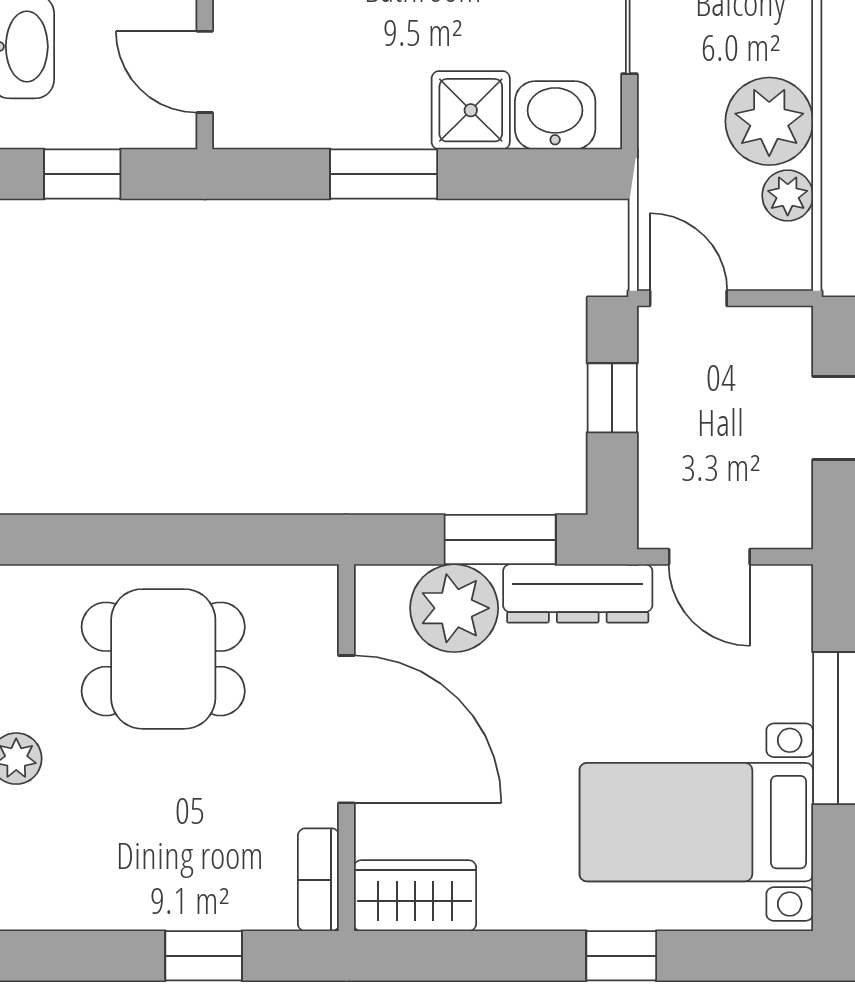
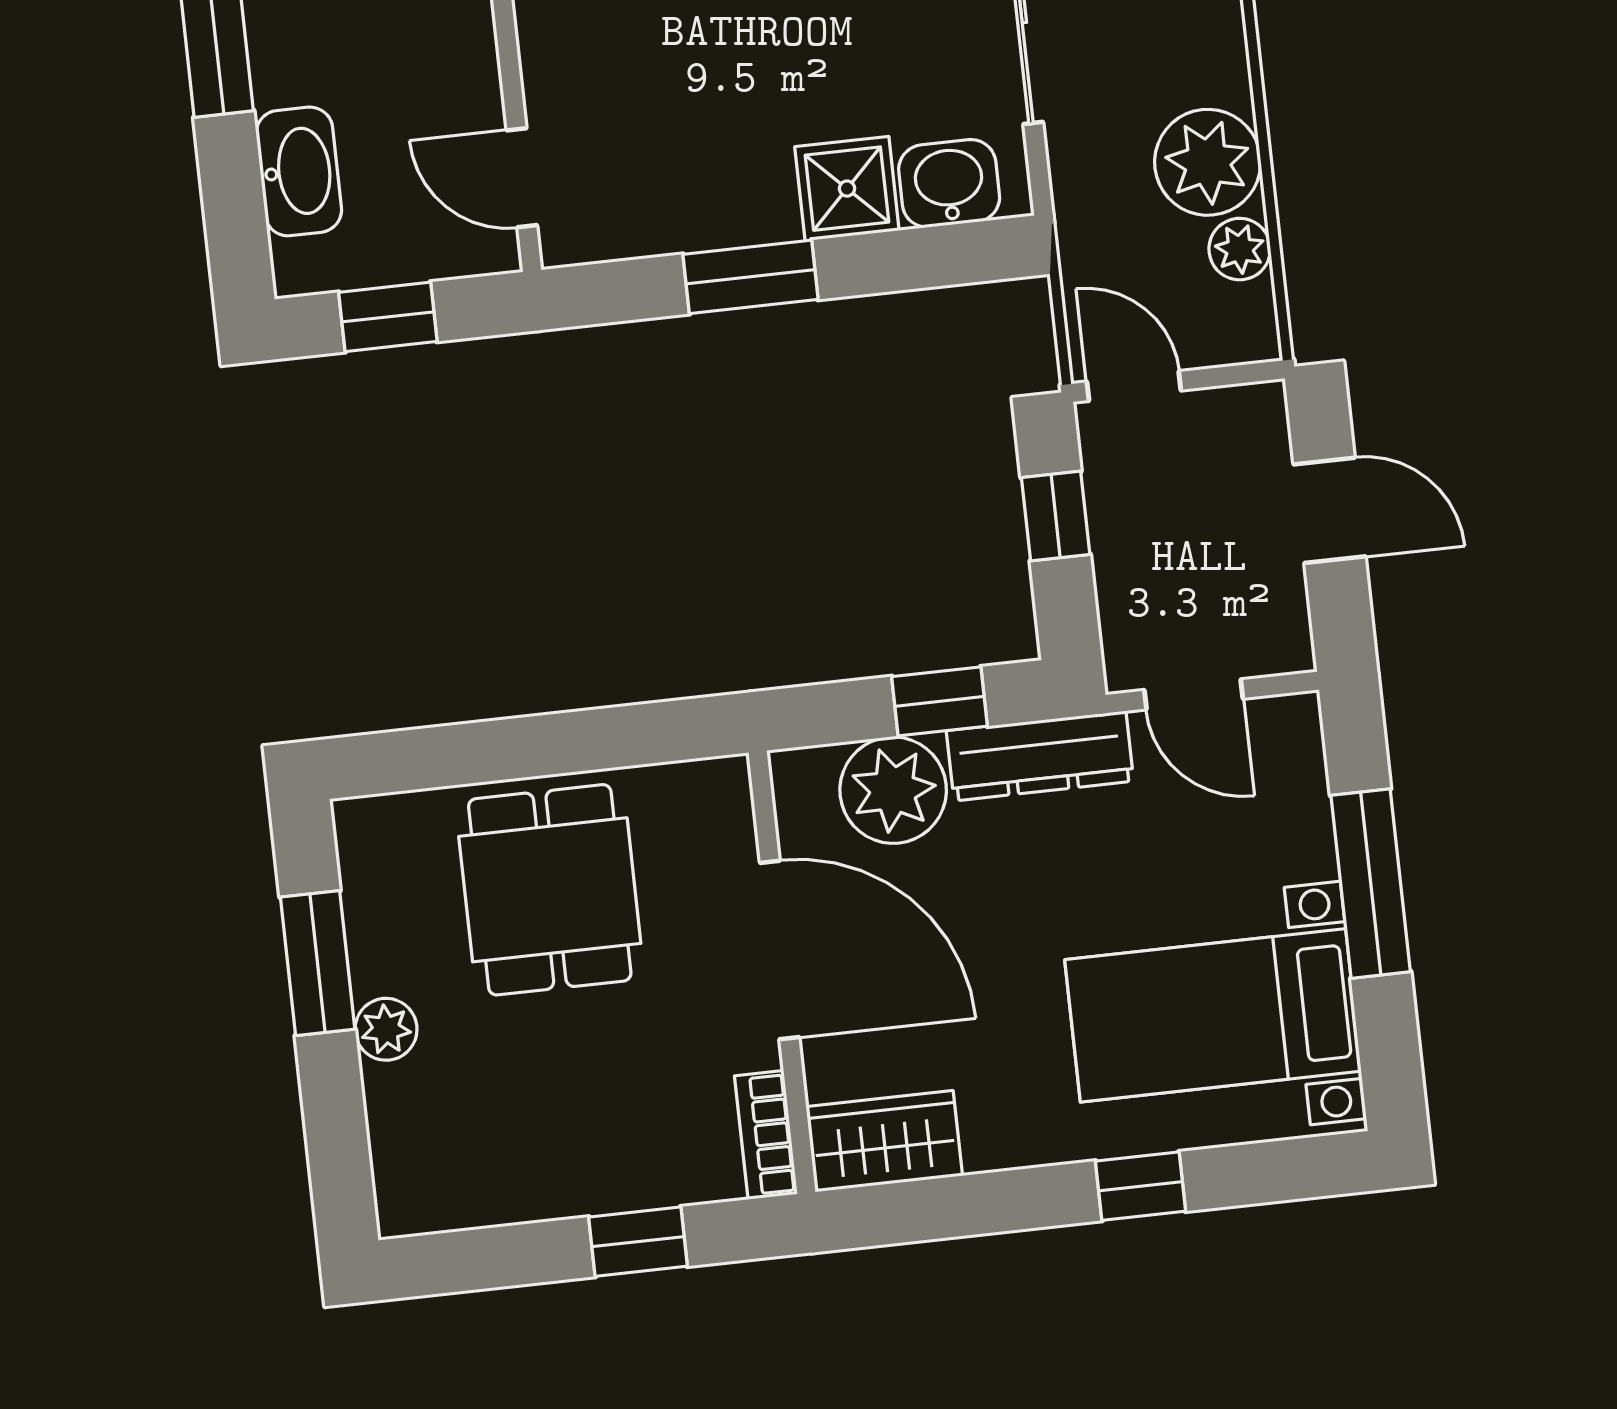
window: (500, 540) -> (940, 701), width x0.67
dining table: (163, 659) -> (550, 890), turned 90

